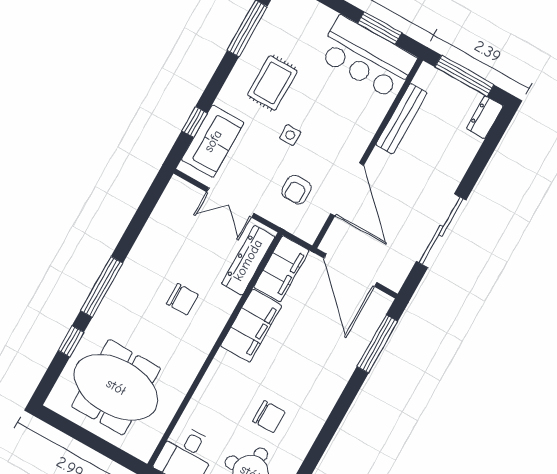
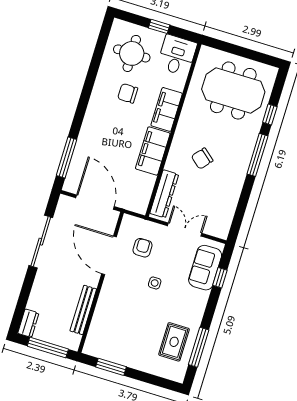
bar counter: (367, 57) -> (115, 346), removed
rug: (272, 83) -> (174, 342), moved
filing cabinet: (281, 269) -> (167, 109), moved
chair: (182, 299) -> (202, 159), turned -50

